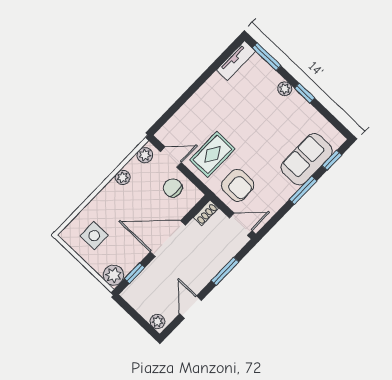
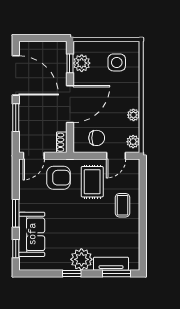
tv unit: (236, 61) -> (111, 264), moved, turned 90
plant: (285, 89) -> (81, 259), width x1.88, depth x1.88
coffee table: (206, 110) -> (122, 205), added
armchair: (238, 185) -> (59, 178), turned 180
plant: (113, 275) -> (82, 63), moved
door: (190, 307) -> (16, 75), width x1.88
plant: (157, 322) -> (27, 47), removed

